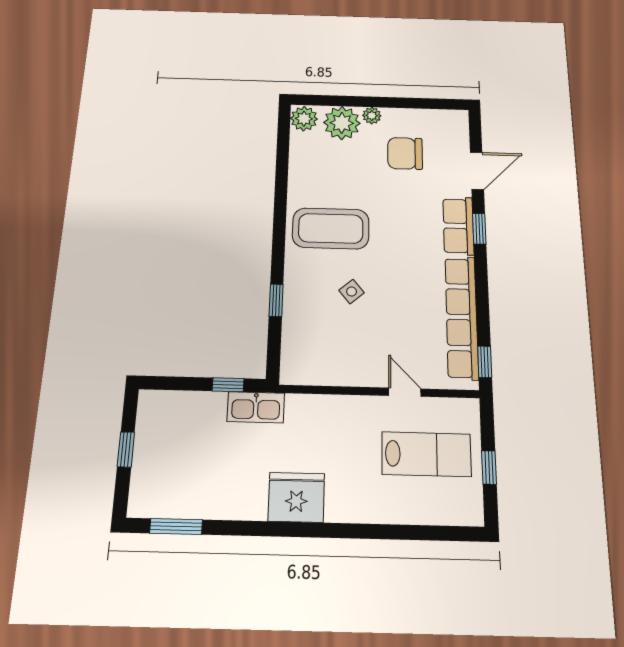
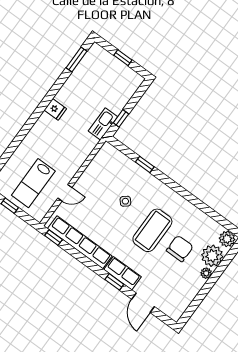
chair: (405, 153) -> (180, 249), moved
coffee table: (331, 228) -> (152, 230), moved
fridge: (296, 497) -> (55, 109), width x0.53, depth x0.75

